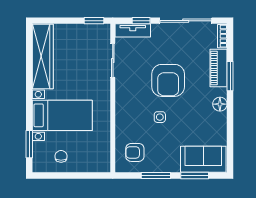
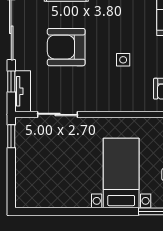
wardrobe: (43, 56) -> (53, 196), removed
armchair: (168, 80) -> (66, 47), moved, turned 180

